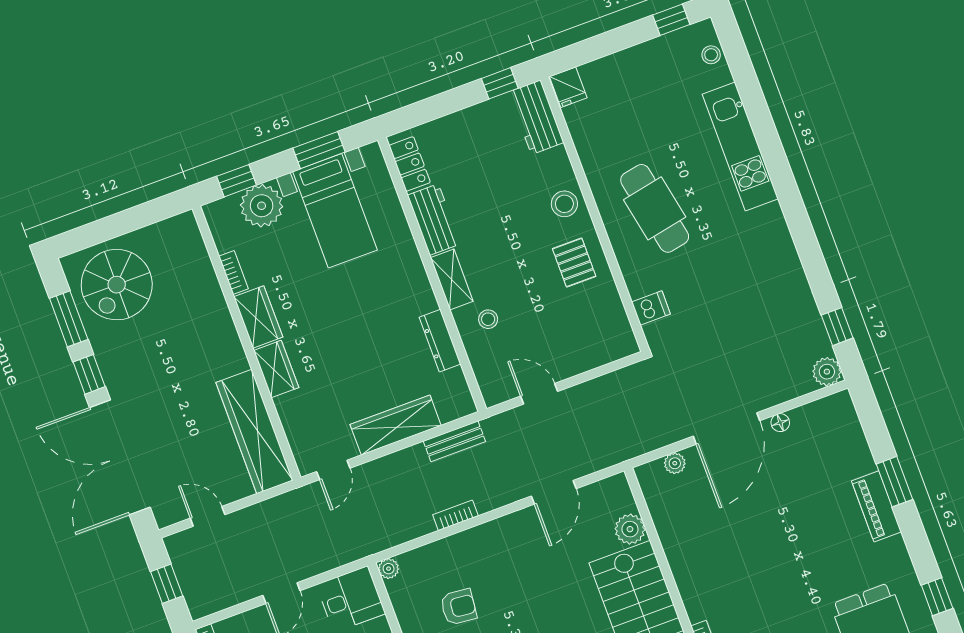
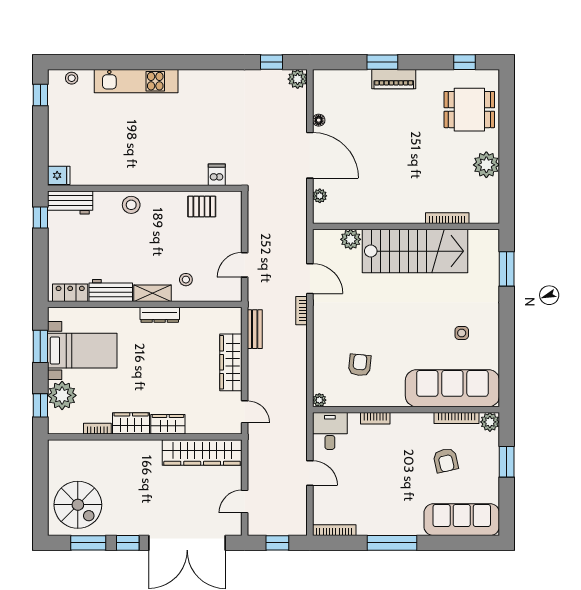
cafe table: (655, 208) -> (155, 149), removed
pallet: (574, 263) -> (202, 206), moved
dresser: (440, 341) -> (160, 315), moved
bookcase: (455, 515) -> (301, 311), moved

